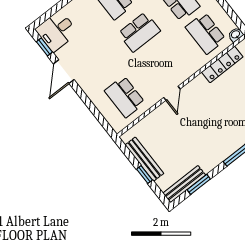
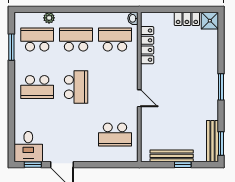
school desk: (206, 33) -> (115, 39), turned 180
window: (199, 184) -> (221, 143), moved

